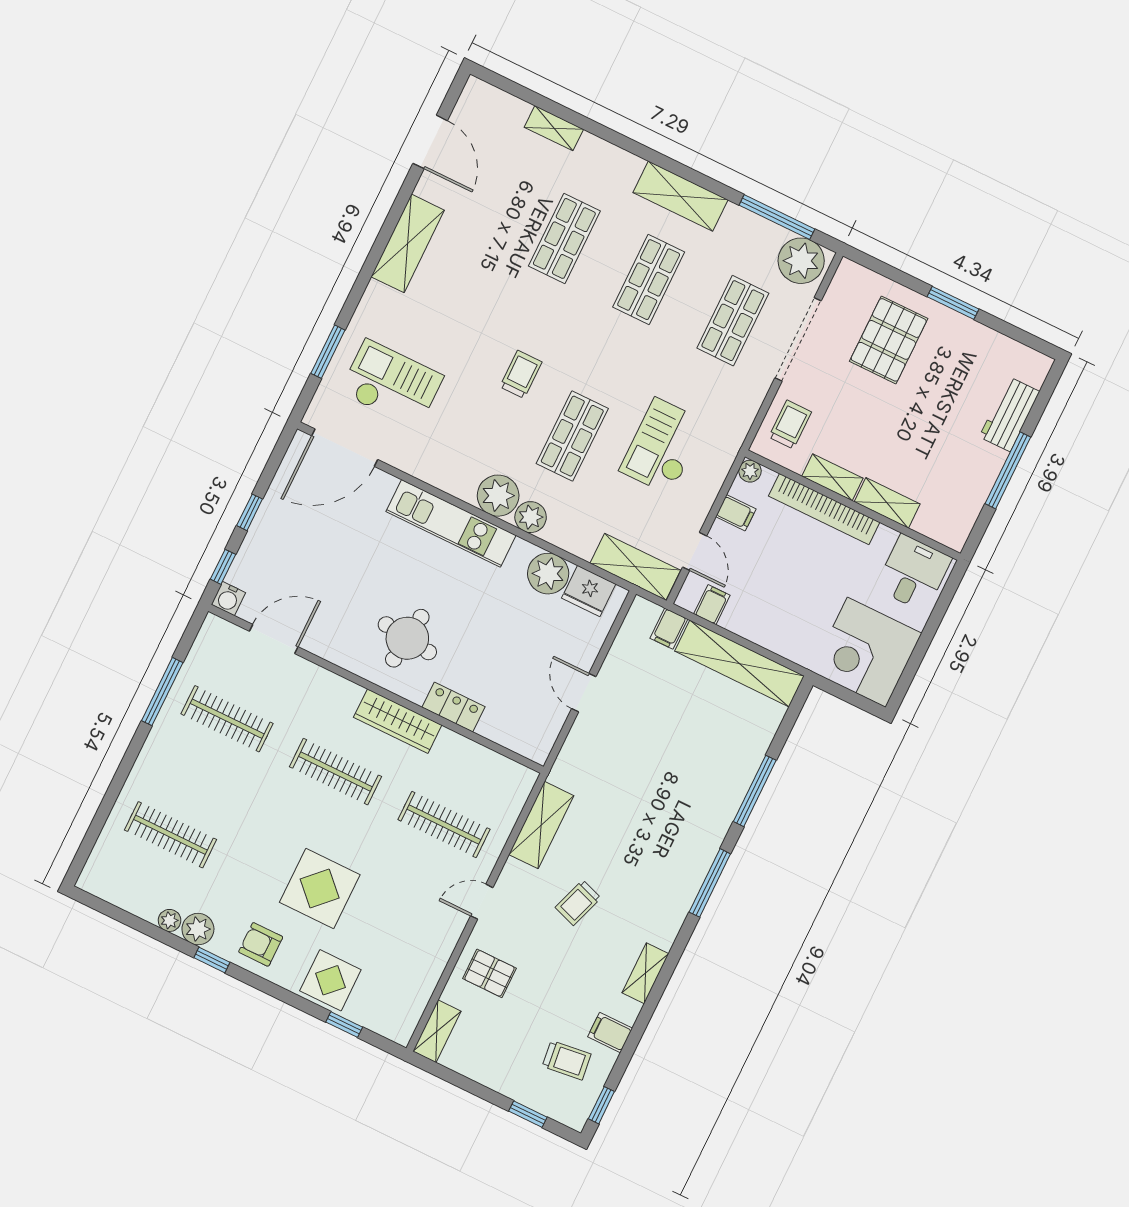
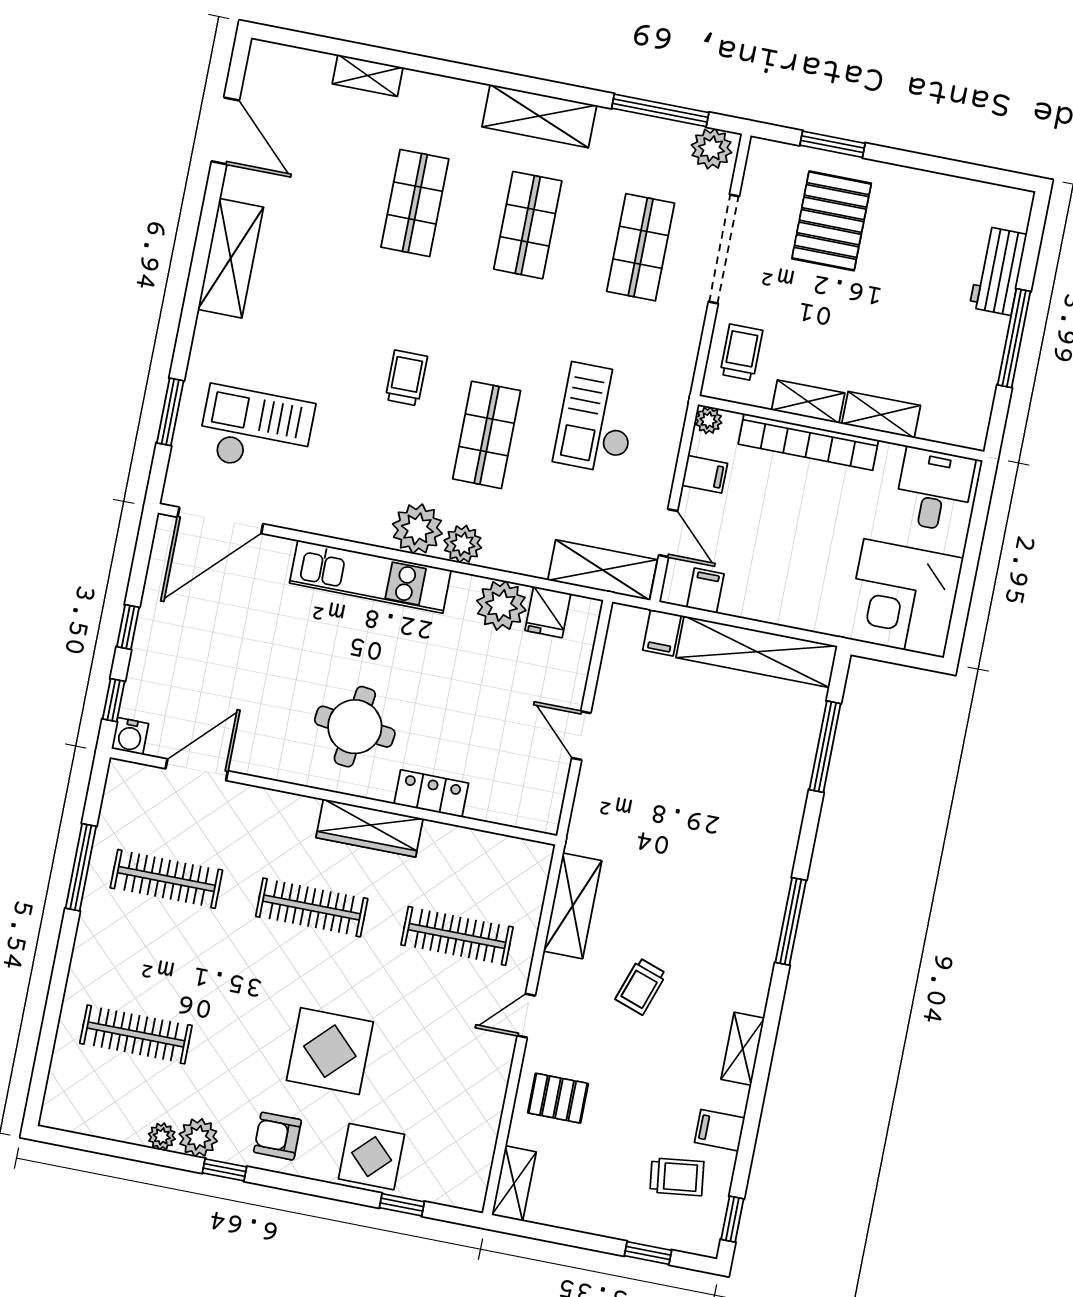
plant: (801, 261) -> (712, 149), width x0.73, depth x0.73
window: (953, 303) -> (833, 144), moved
fridge: (589, 591) -> (548, 612), width x0.72
window: (755, 791) -> (825, 747), moved

